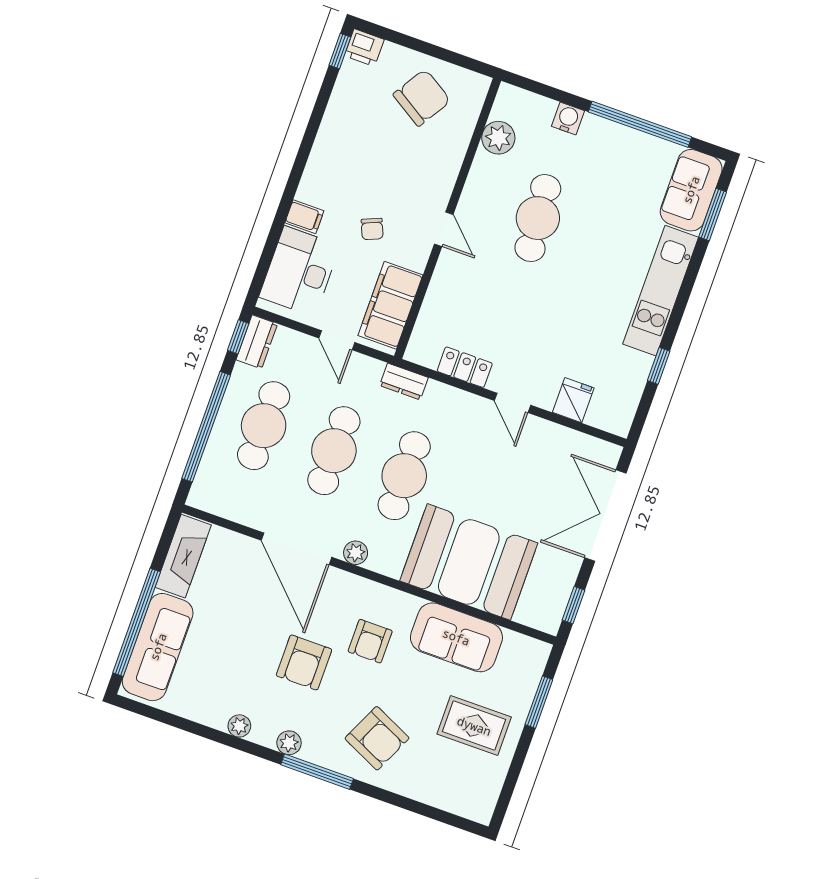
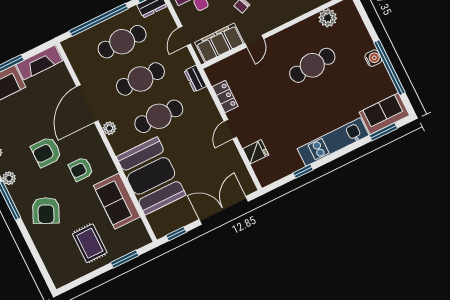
water cooler: (568, 118) -> (373, 58), moved
door: (444, 229) -> (254, 41), moved

